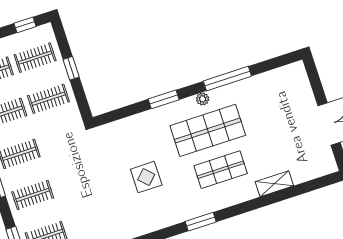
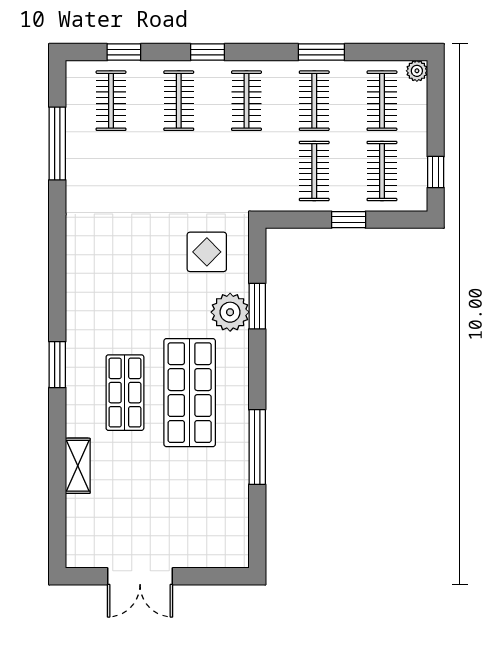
window: (164, 99) -> (257, 306), moved
plant: (203, 99) -> (230, 312), moved, width x1.88, depth x1.88
display table: (146, 177) -> (207, 252), moved
window: (201, 222) -> (57, 365), moved

